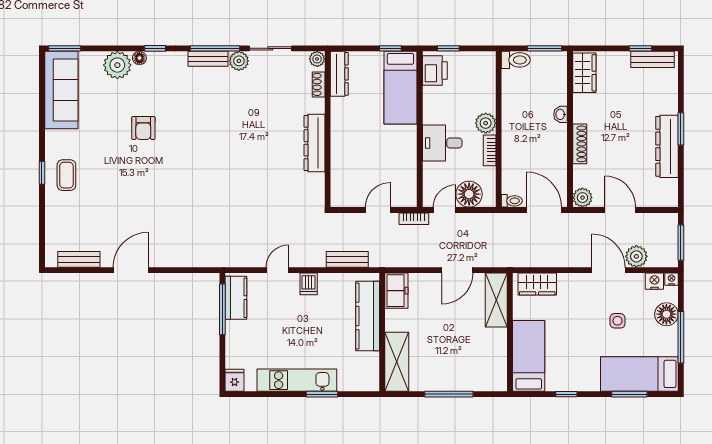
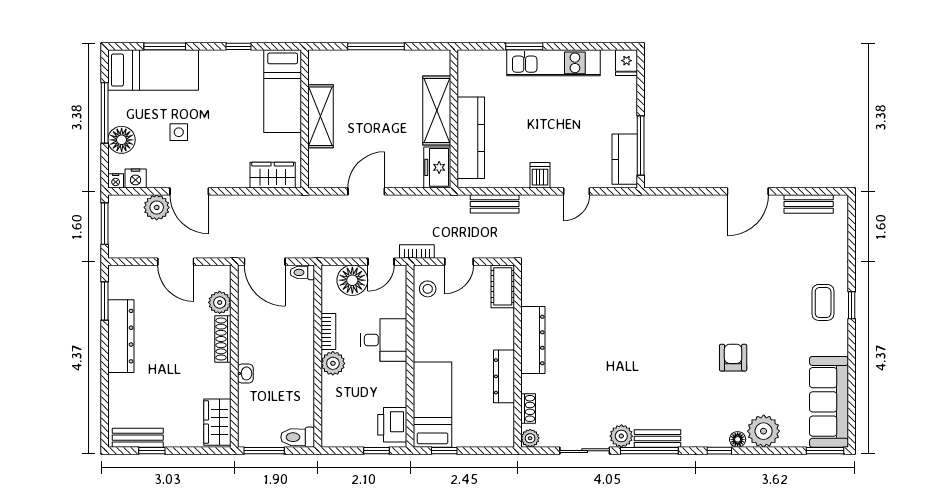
dresser: (339, 74) -> (504, 376), moved
window: (681, 129) -> (105, 301), moved
stool: (405, 187) -> (428, 289), added
cot: (340, 189) -> (503, 286), added
plant: (582, 198) -> (220, 302), moved
shelving: (496, 300) -> (320, 116), moved
shelving: (397, 362) -> (437, 110), moved

